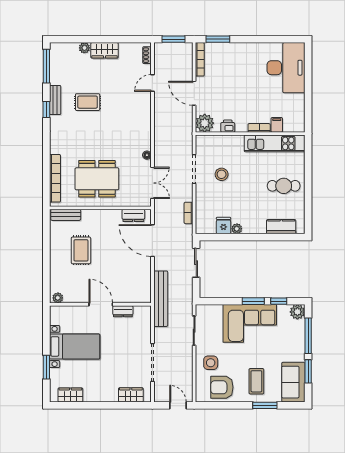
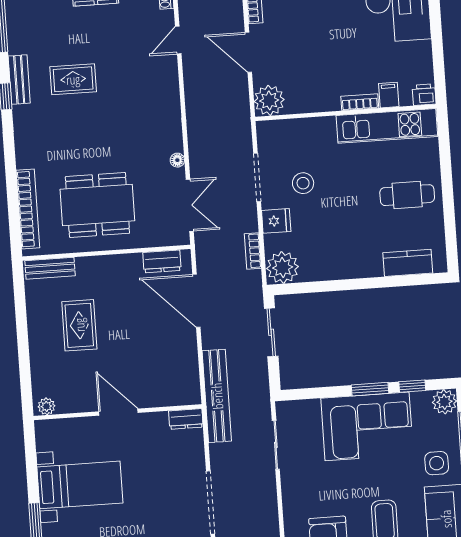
printer: (228, 126) -> (424, 95), moved
fridge: (224, 226) -> (276, 221), moved, turned 90
plant: (237, 229) -> (283, 268), moved, width x1.88, depth x1.88
dresser: (123, 311) -> (186, 419), moved
side table: (211, 363) -> (437, 463), moved

